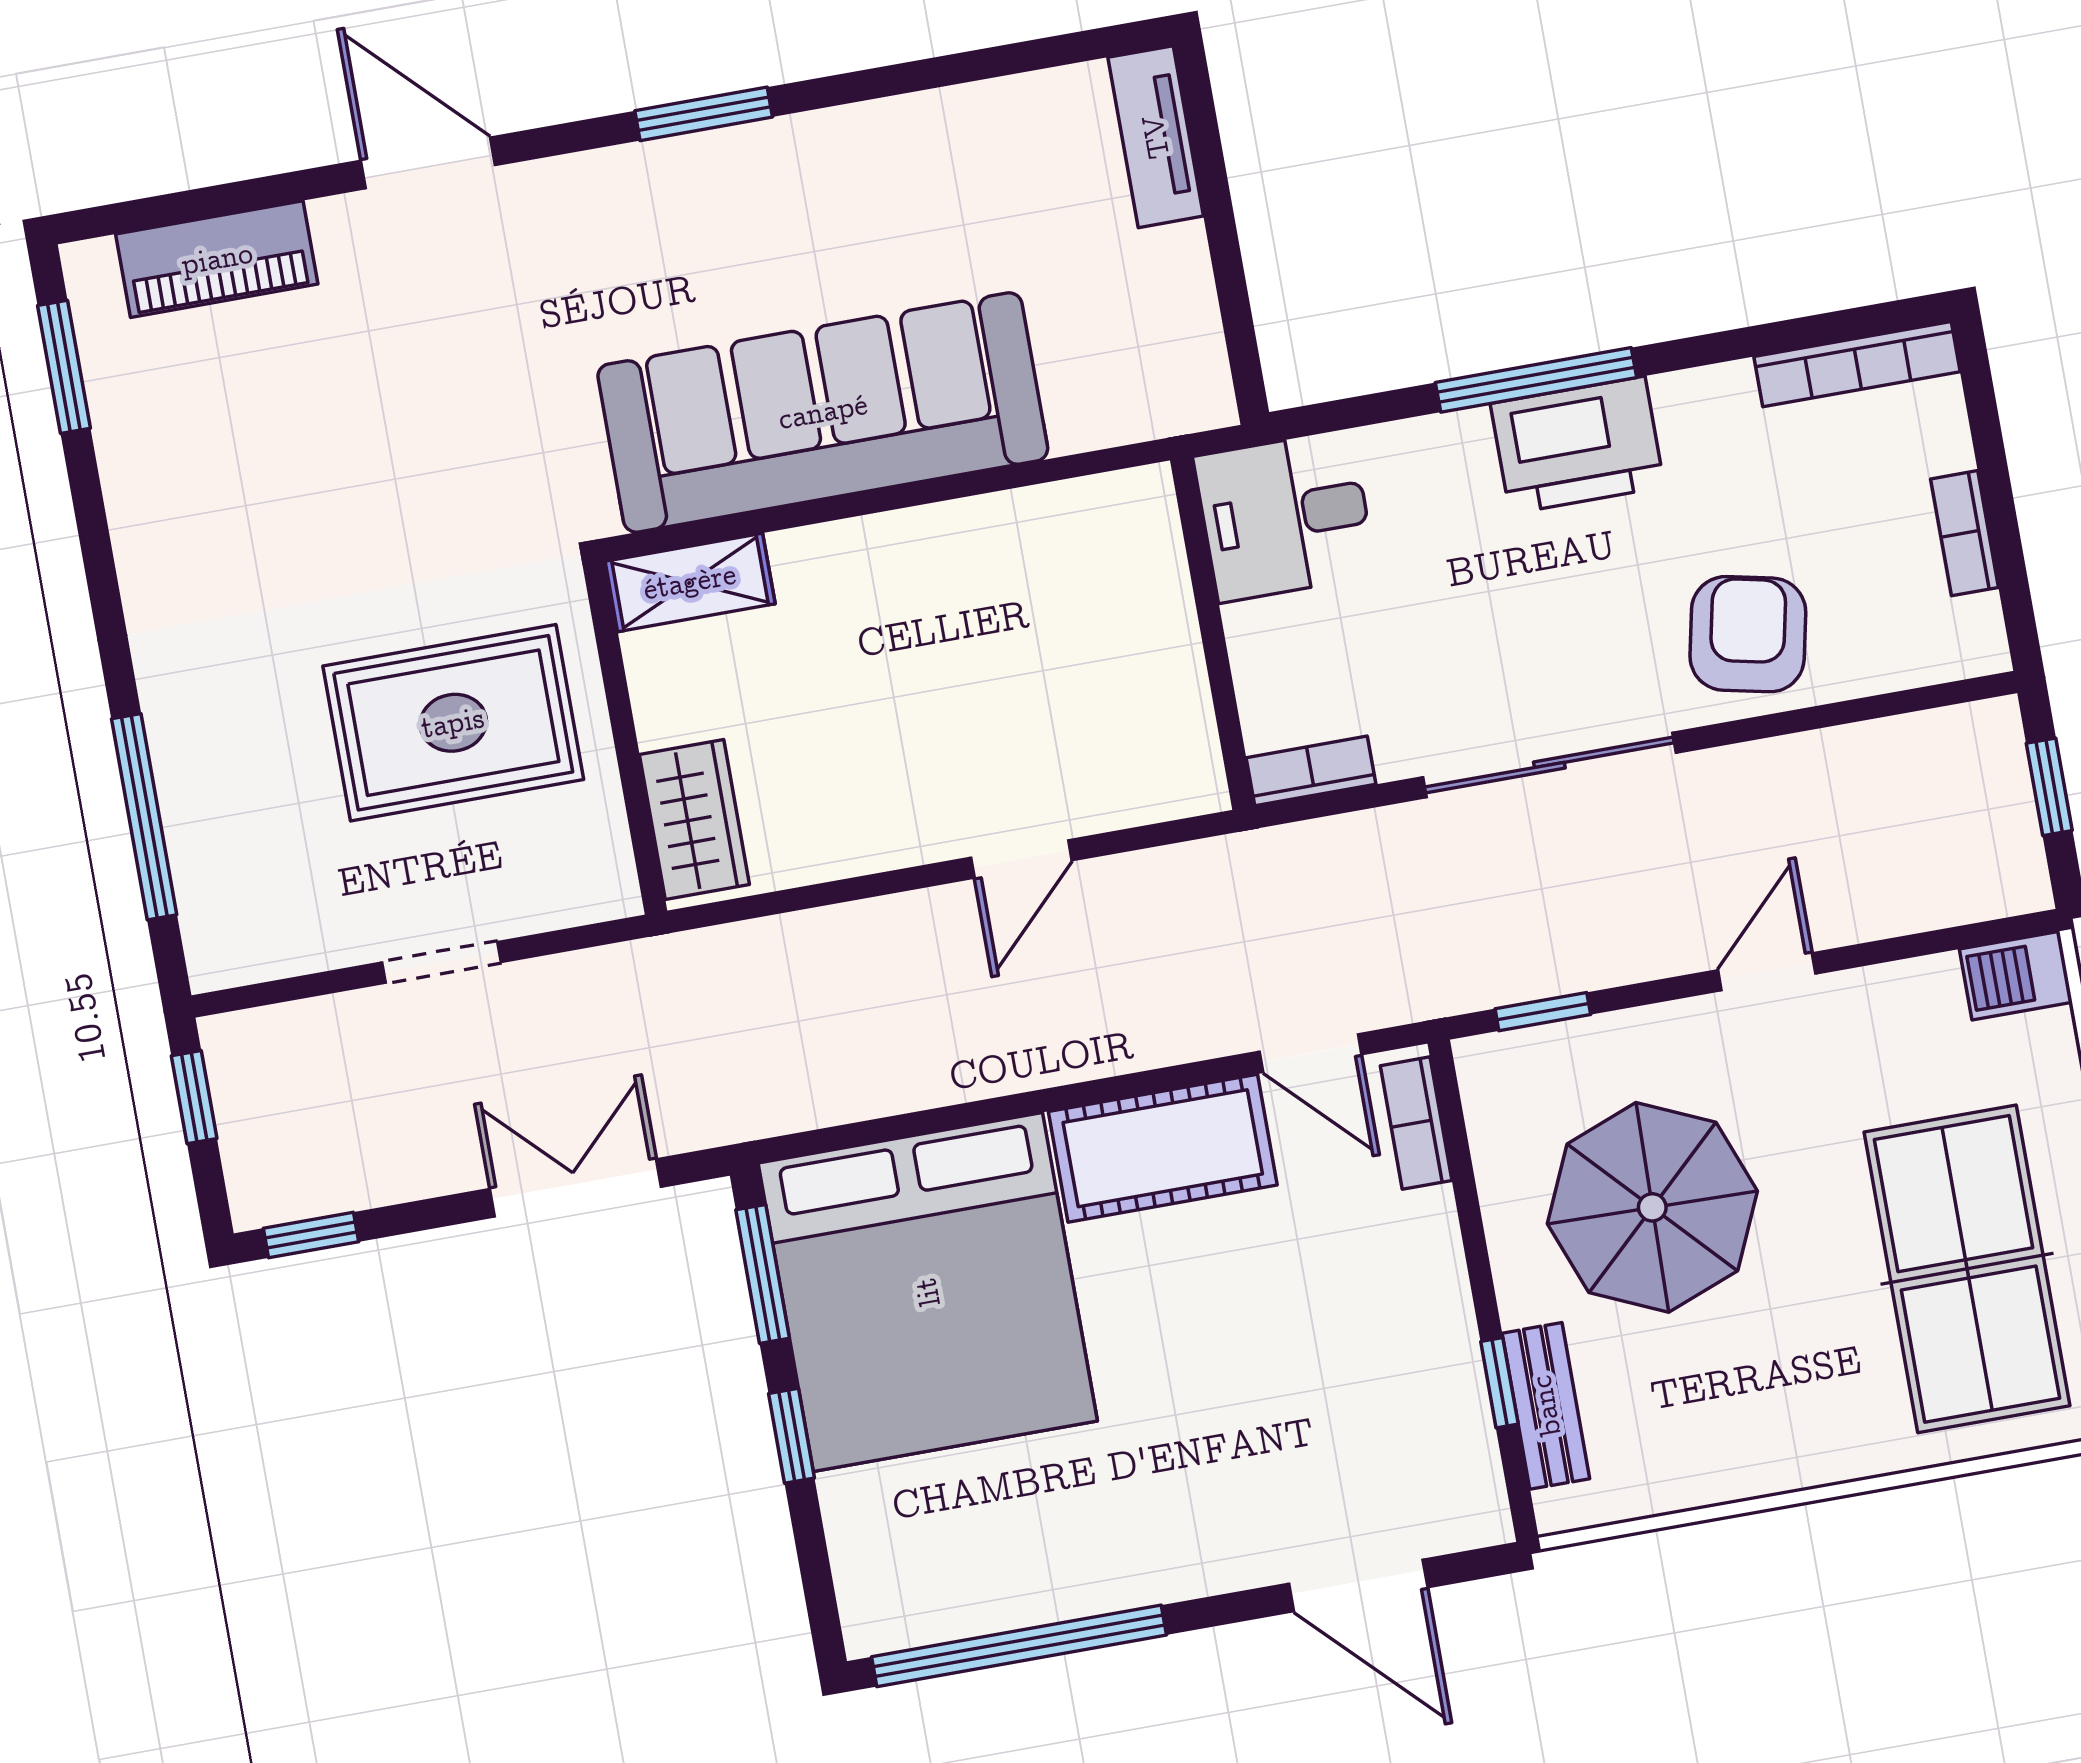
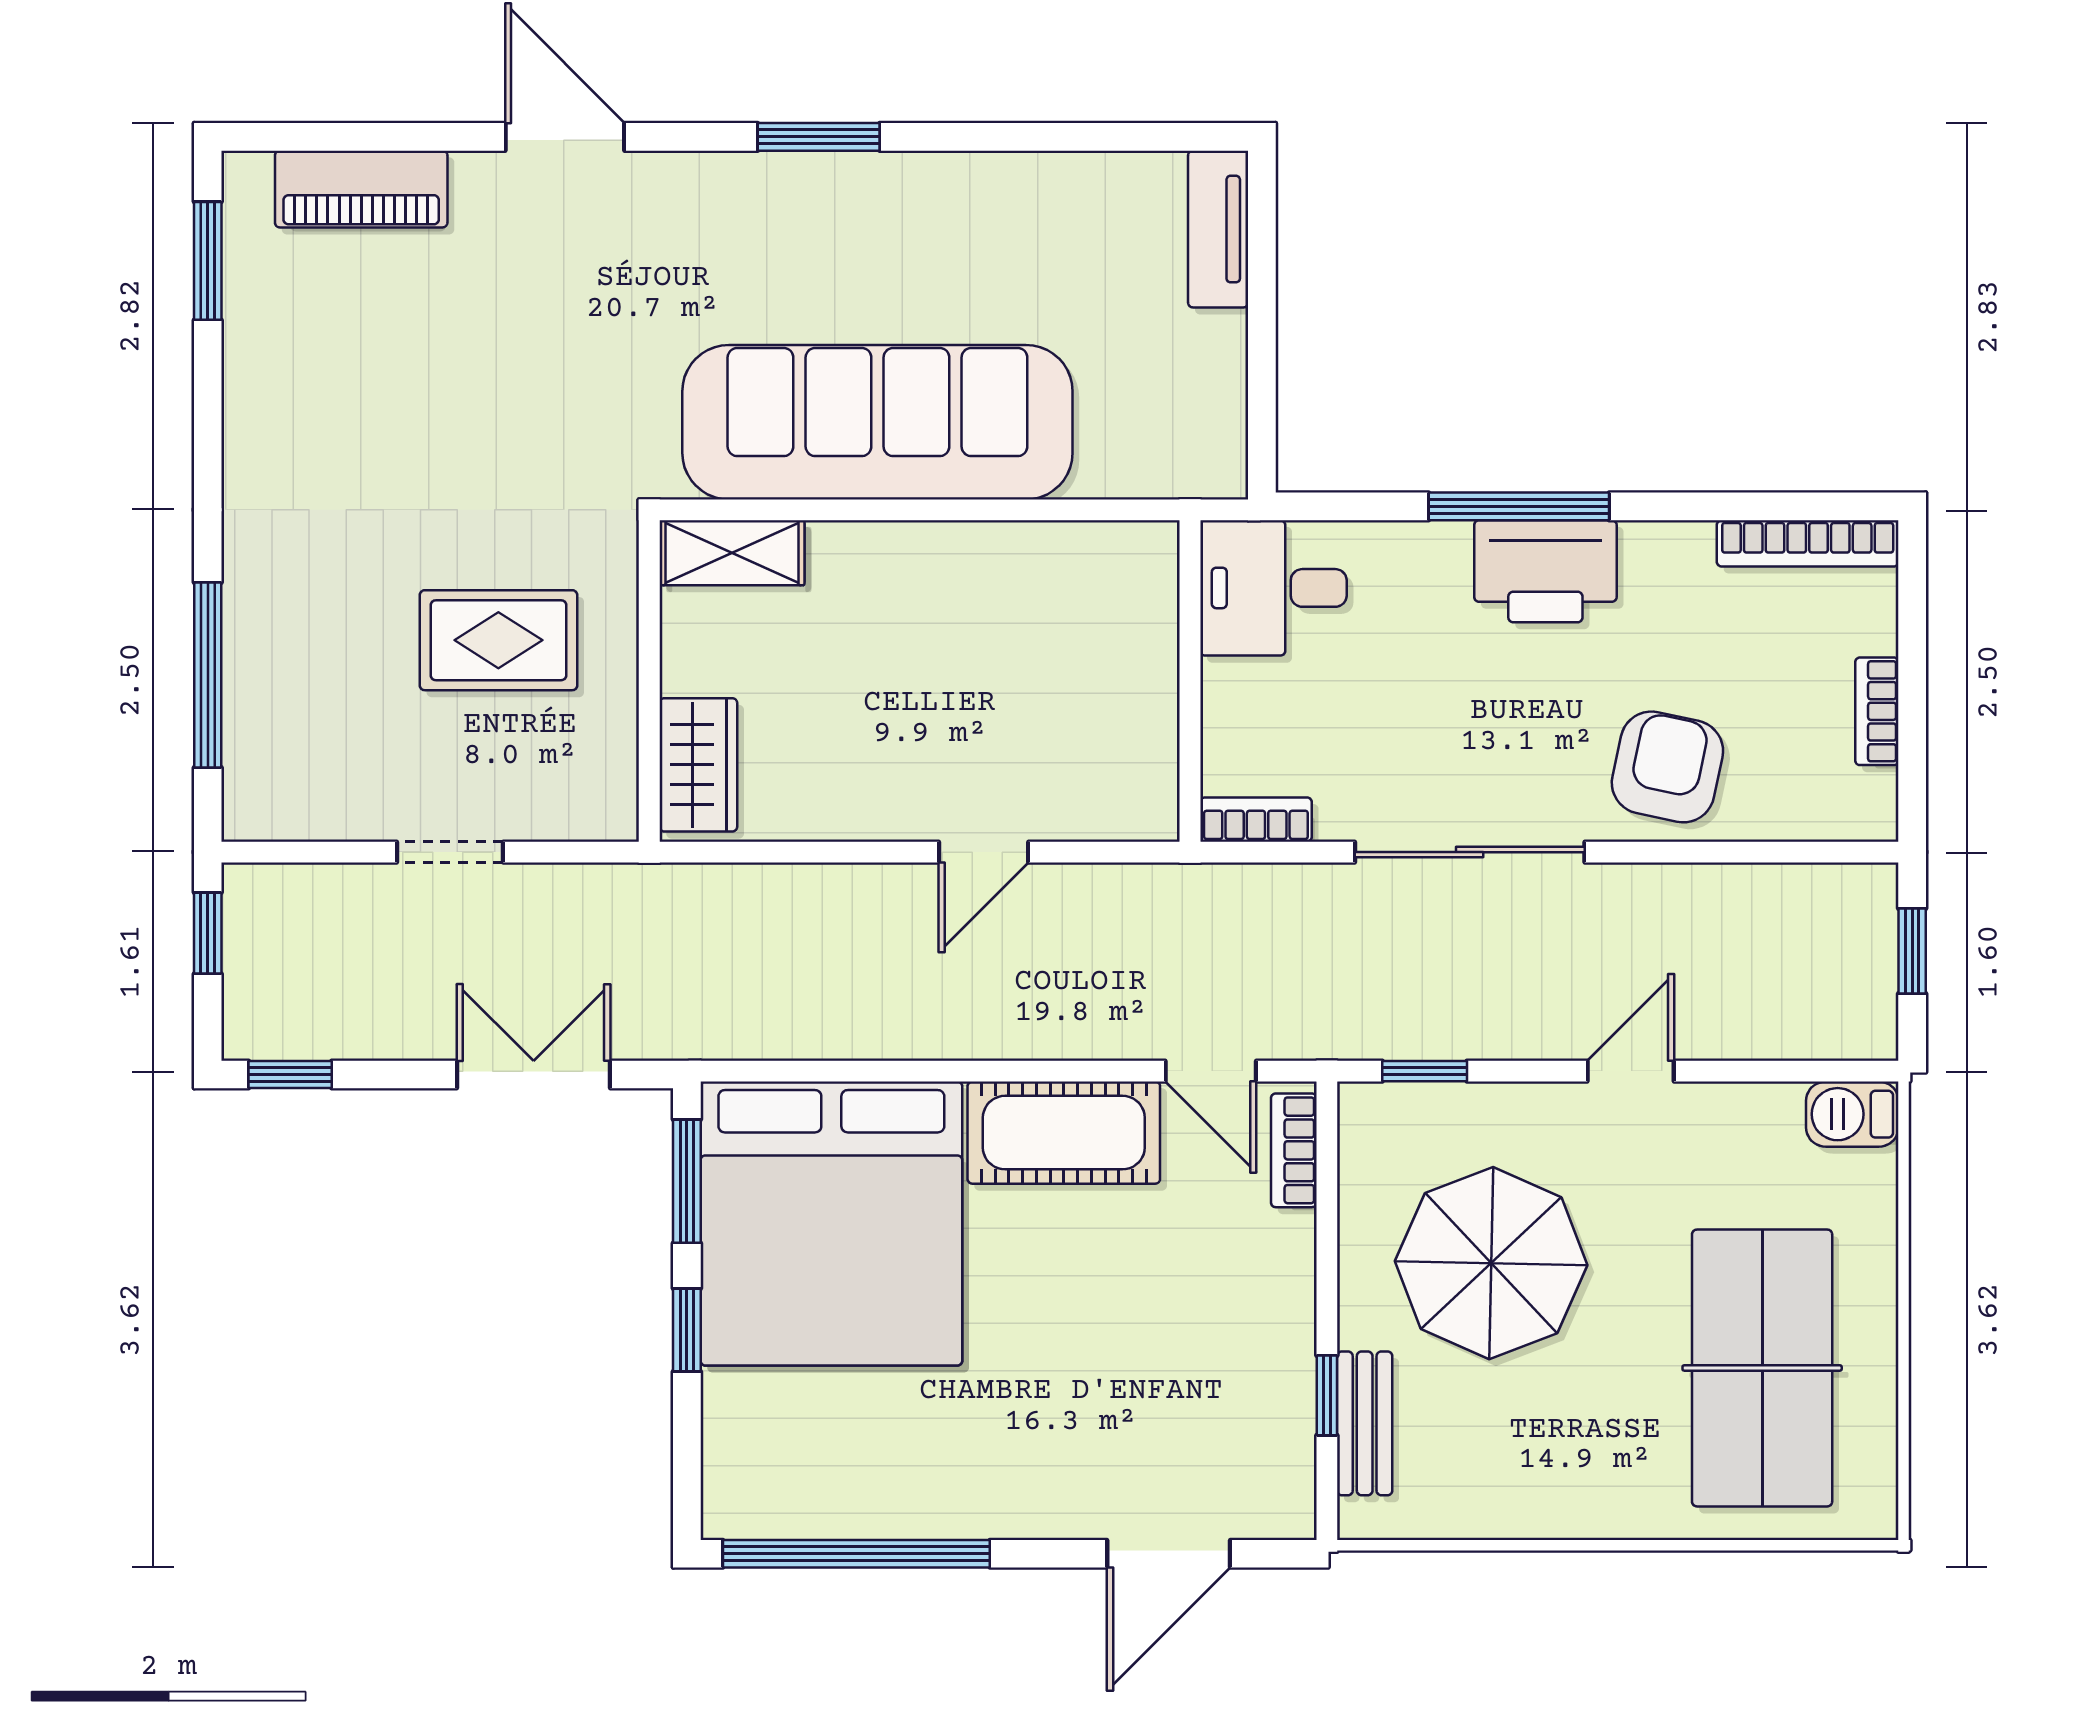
rug: (453, 723) -> (498, 640), width x0.73, depth x0.70
door: (1358, 1585) -> (1169, 1554), hinge flipped

